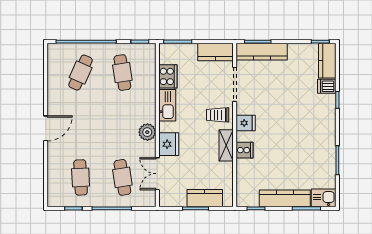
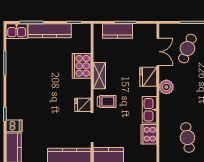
fridge: (246, 123) -> (83, 105), moved
cooker: (245, 150) -> (82, 66), width x1.87, depth x1.31
cafe table: (122, 177) -> (187, 49), turned 30

